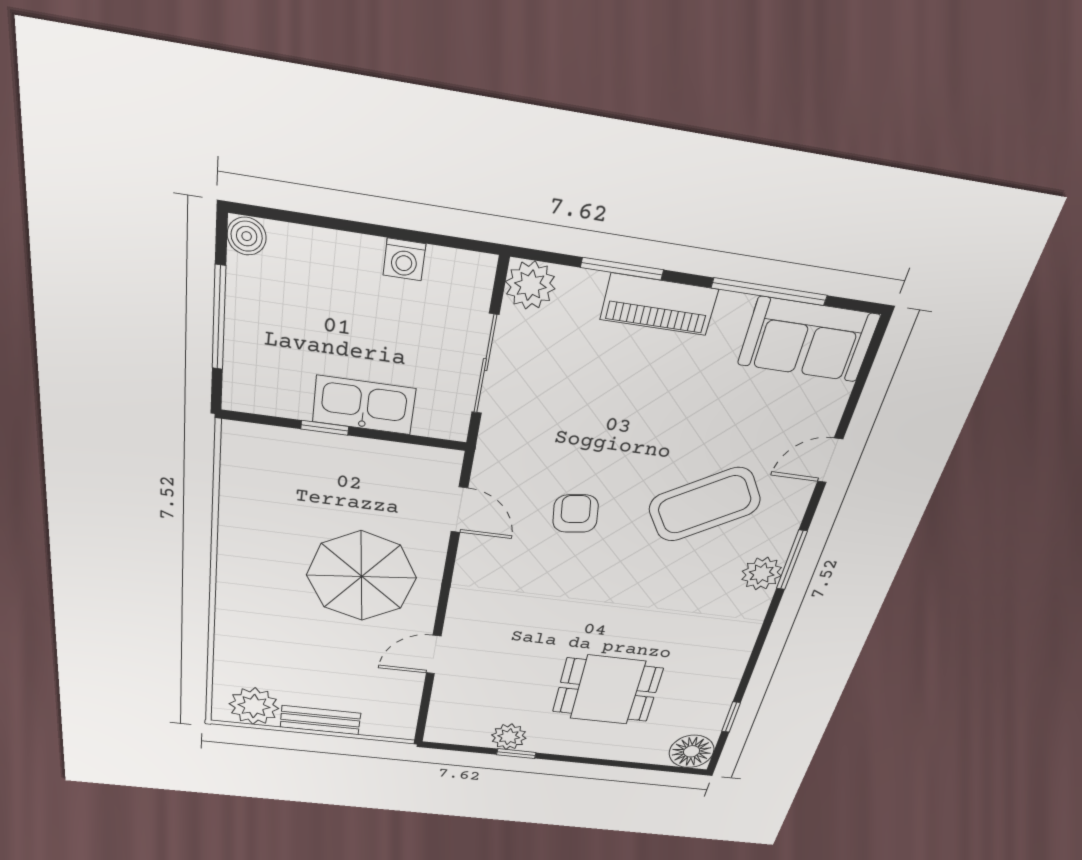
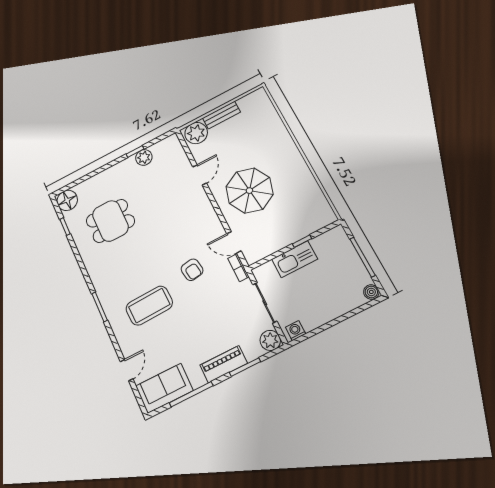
washing machine: (404, 259) -> (296, 331), moved
door: (830, 460) -> (127, 370), moved
bookcase: (486, 461) -> (238, 268), added
coffee table: (705, 505) -> (149, 306), turned 30
plant: (762, 574) -> (106, 294), removed
dining table: (608, 690) -> (110, 221), moved
plant: (254, 706) -> (196, 133), moved

